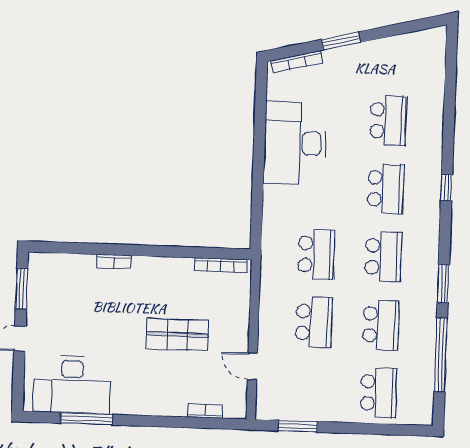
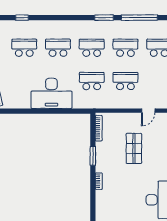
desk: (295, 143) -> (51, 93), moved
window: (447, 187) -> (22, 18), moved
window: (165, 251) -> (93, 156), added

